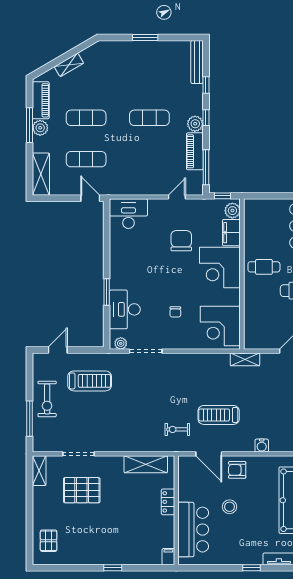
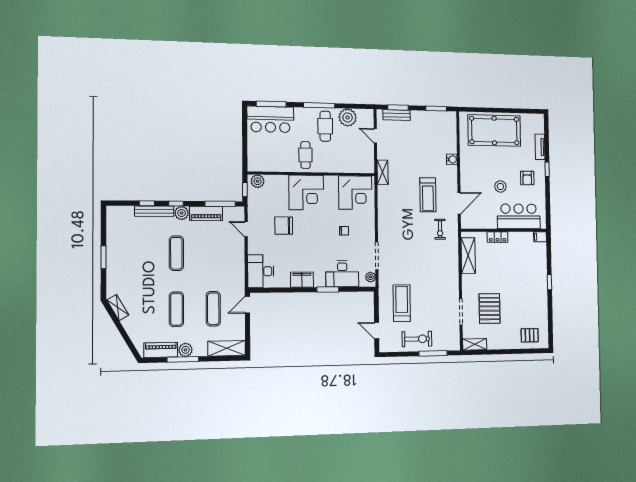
bench: (197, 62) -> (154, 211), moved
shelving: (69, 65) -> (118, 308), moved
filing cabinet: (231, 233) -> (302, 280), moved, turned 180
armchair: (237, 470) -> (527, 178), moved

